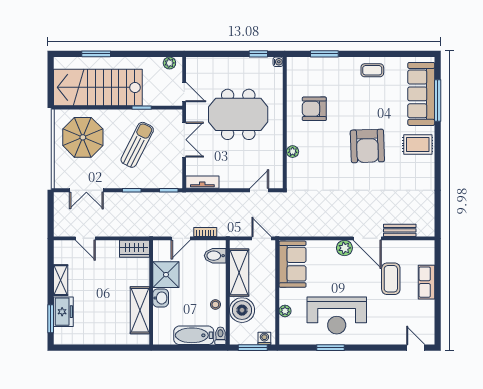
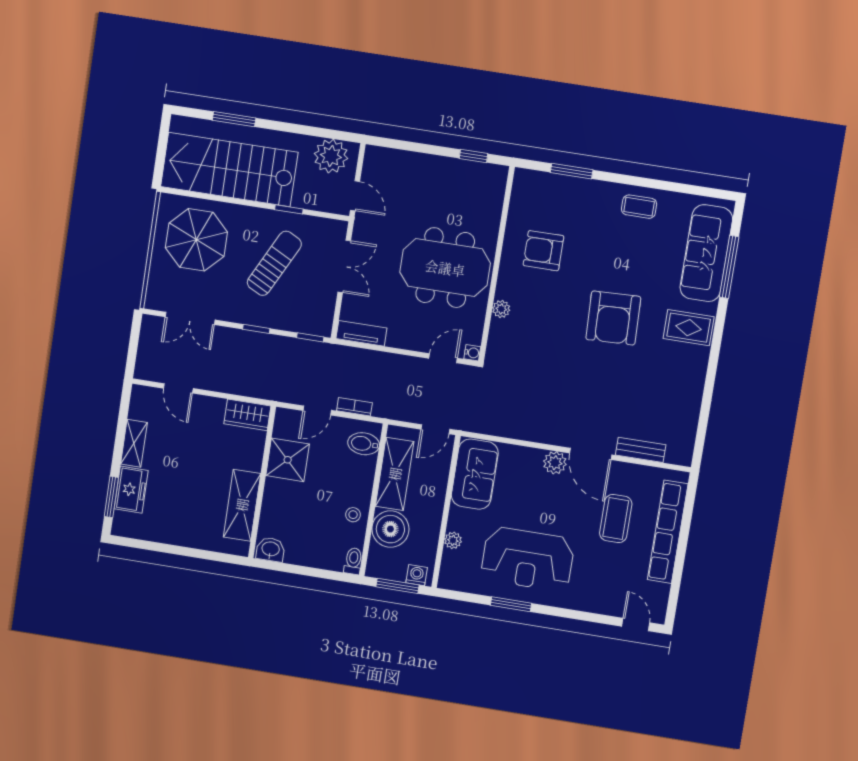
water cooler: (278, 62) -> (472, 353), moved
plant: (169, 63) -> (331, 156), width x1.88, depth x1.88
meeting table: (238, 114) -> (445, 268), moved
door: (261, 238) -> (435, 429), swing flipped
row of seats: (427, 282) -> (668, 532), width x2.02
washbasin: (161, 298) -> (271, 549), moved, turned -90
bathtub: (194, 335) -> (315, 554), removed

